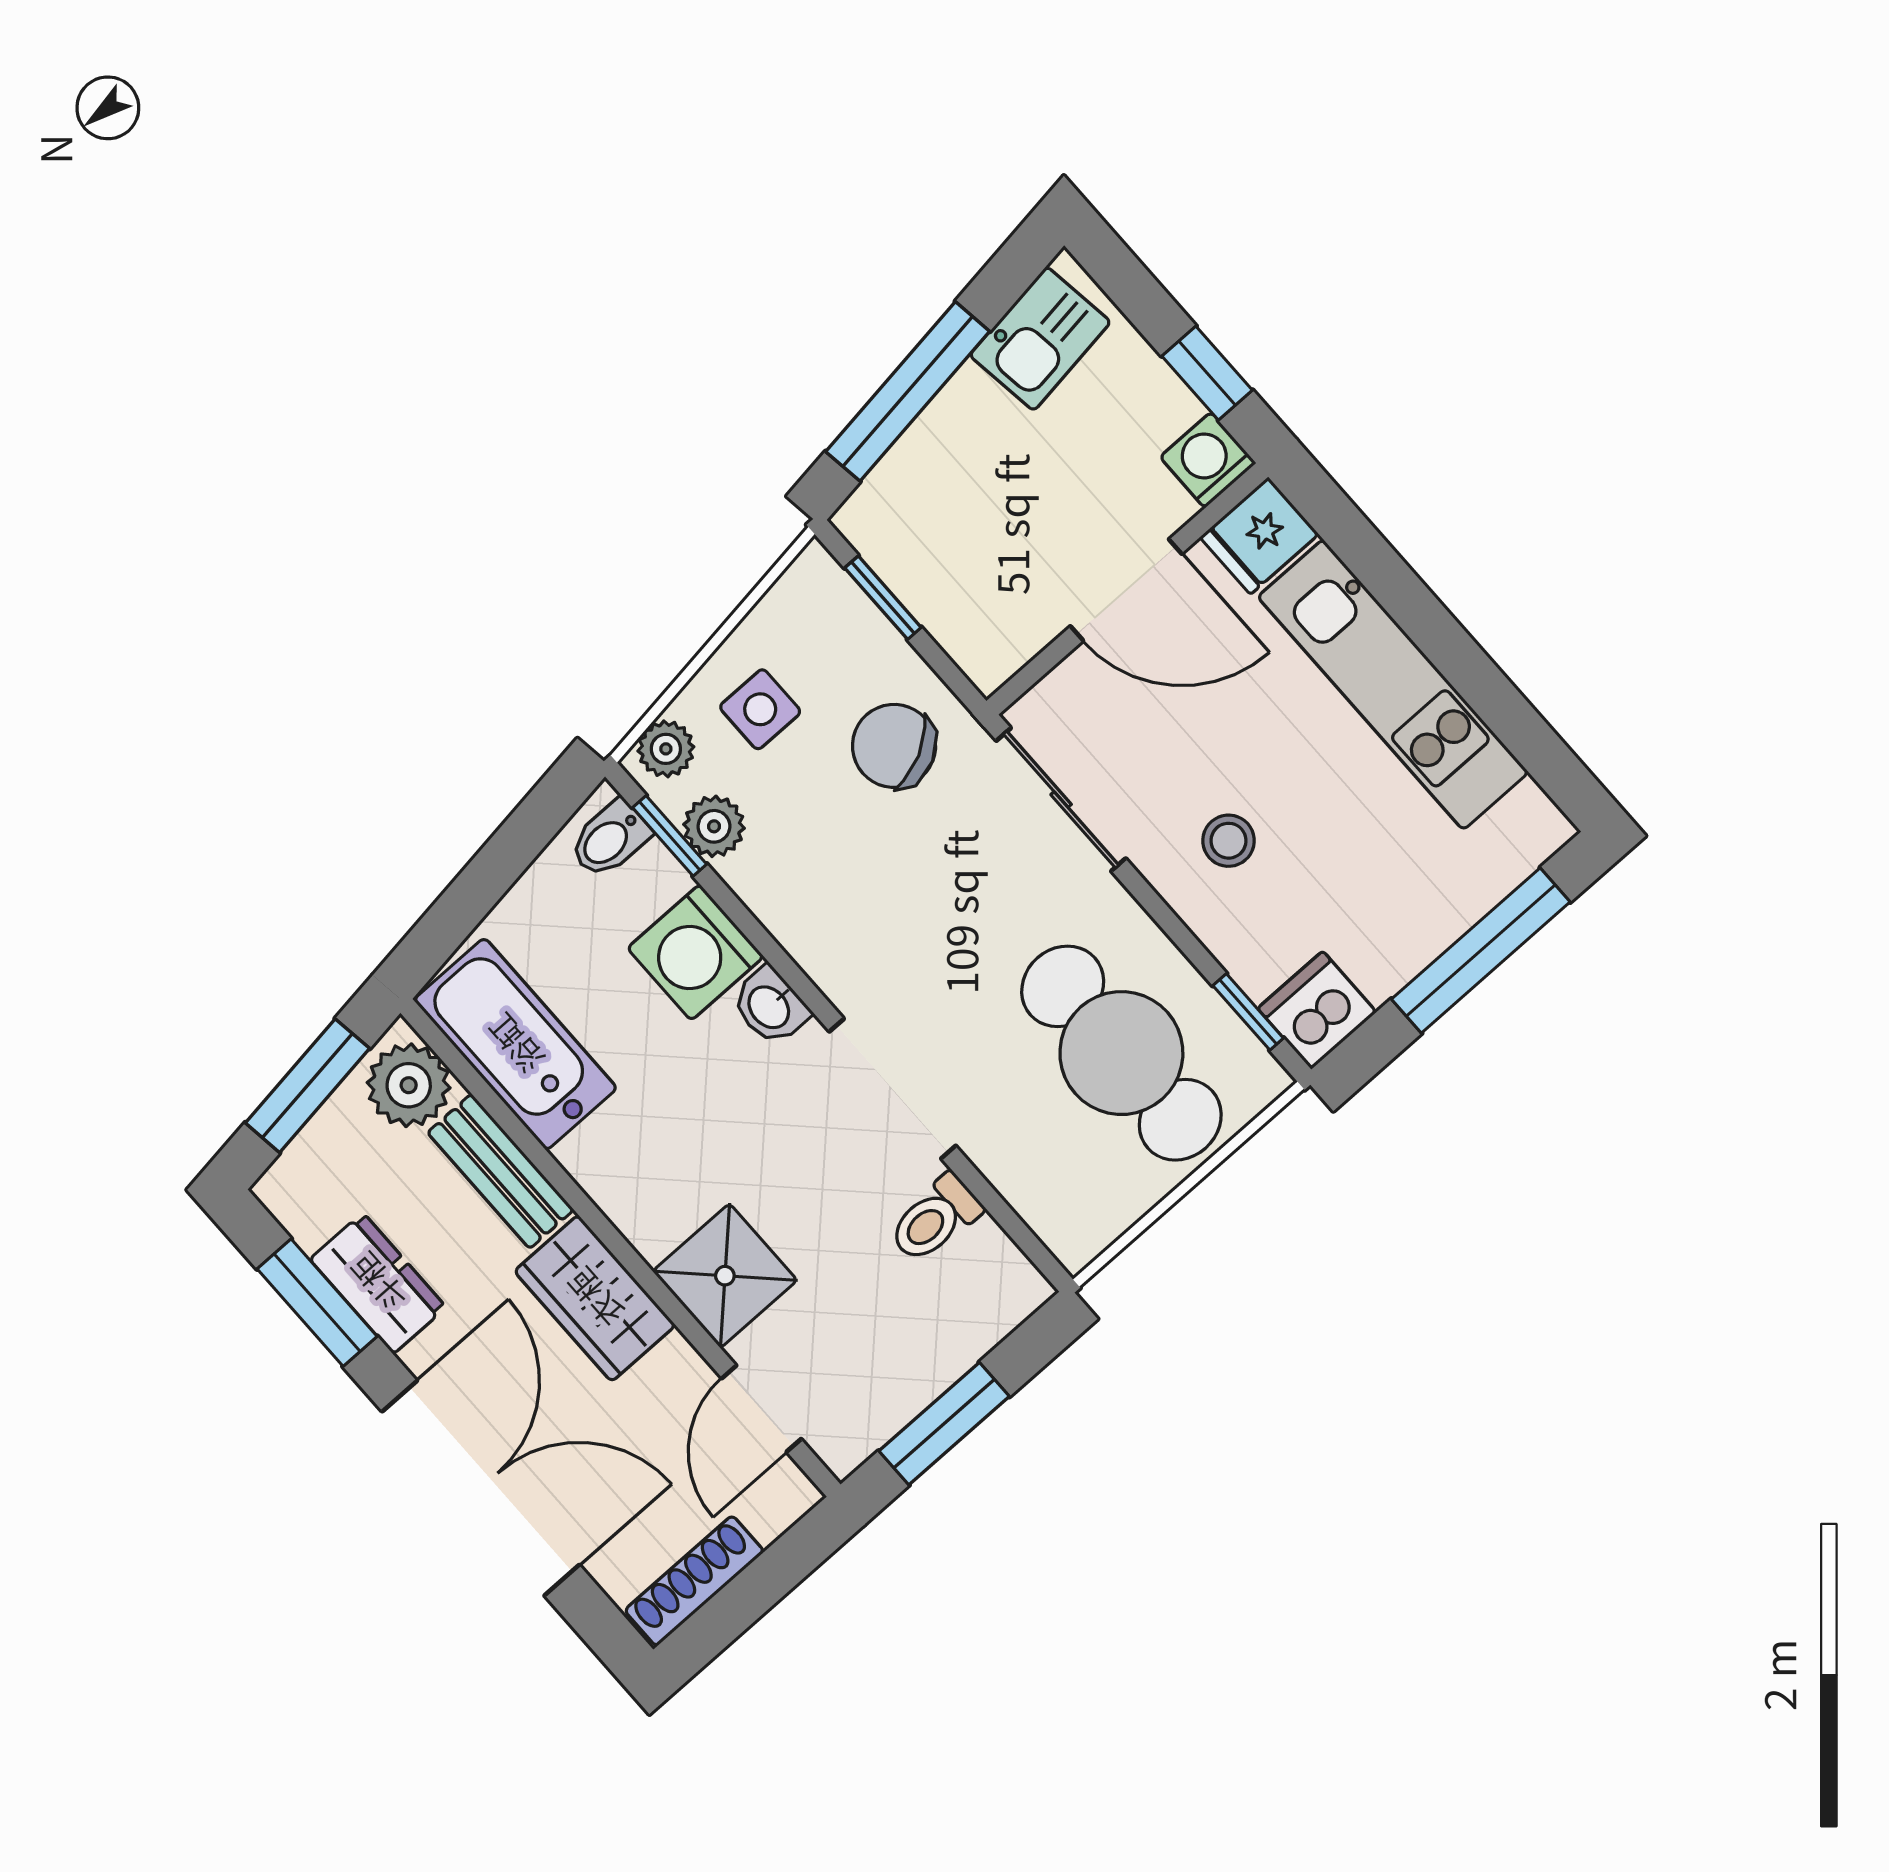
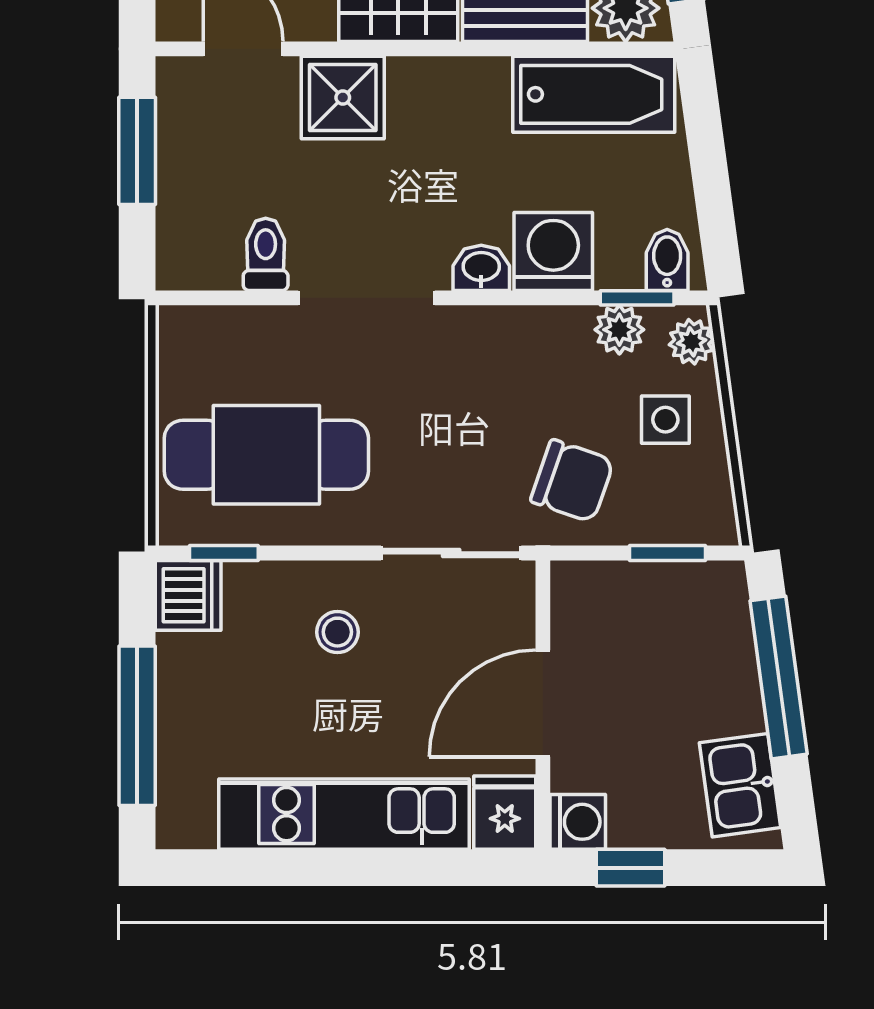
chair: (894, 746) -> (572, 481), turned 46

